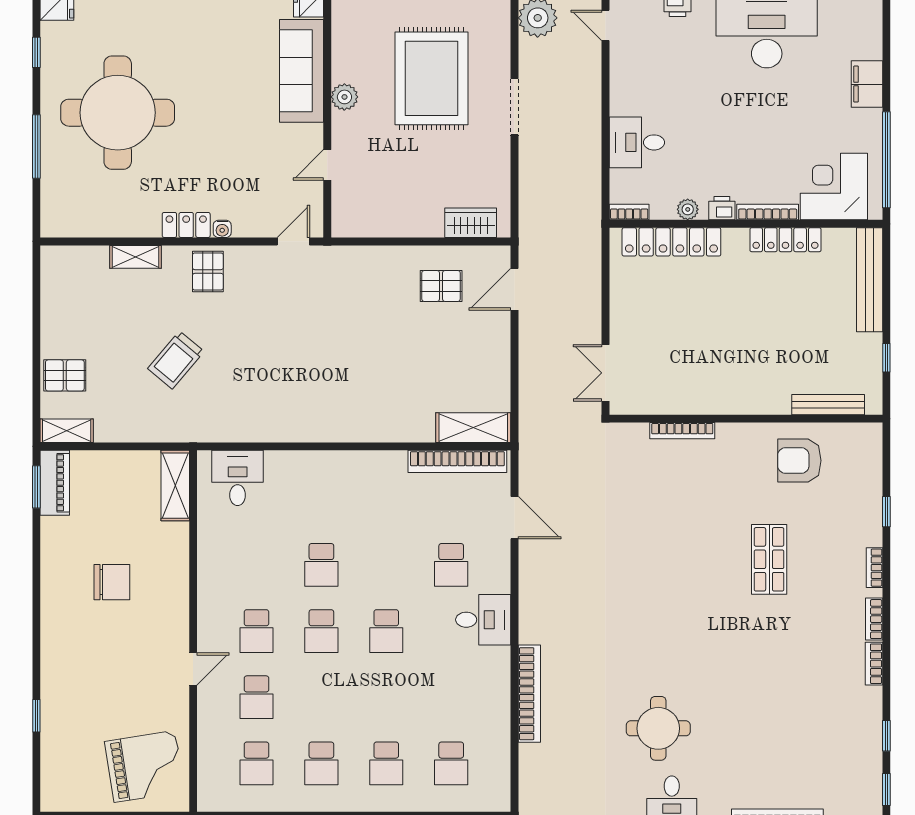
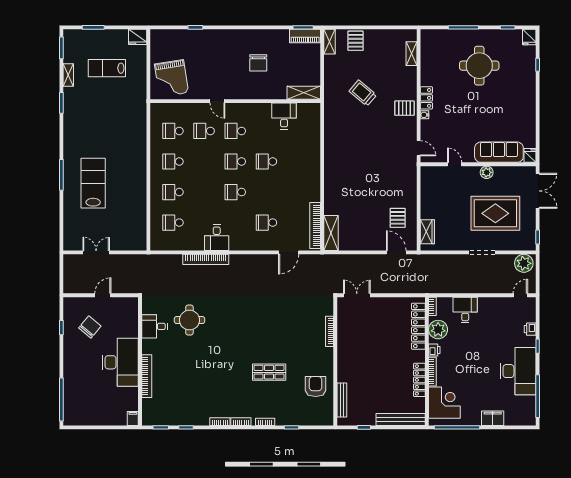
round table: (118, 113) -> (479, 66), width x0.73, depth x0.73
plant: (688, 209) -> (438, 330), width x1.88, depth x1.88
shelving: (135, 257) -> (411, 54), moved
desk: (238, 478) -> (284, 116), moved, turned -90
desk: (483, 620) -> (217, 238), moved

